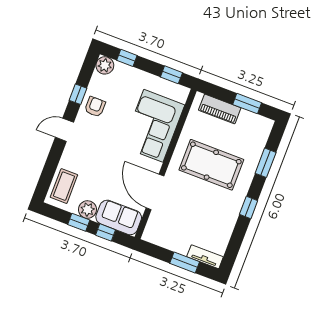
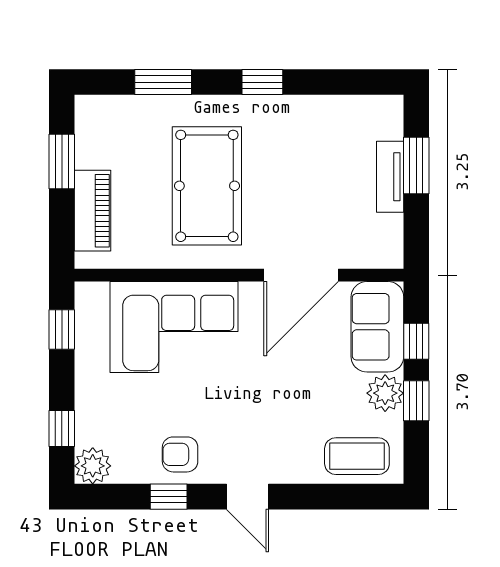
tv unit: (205, 257) -> (390, 177), moved

